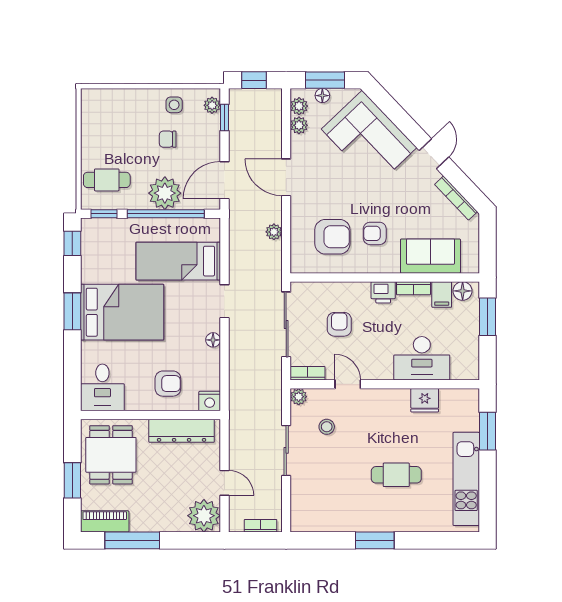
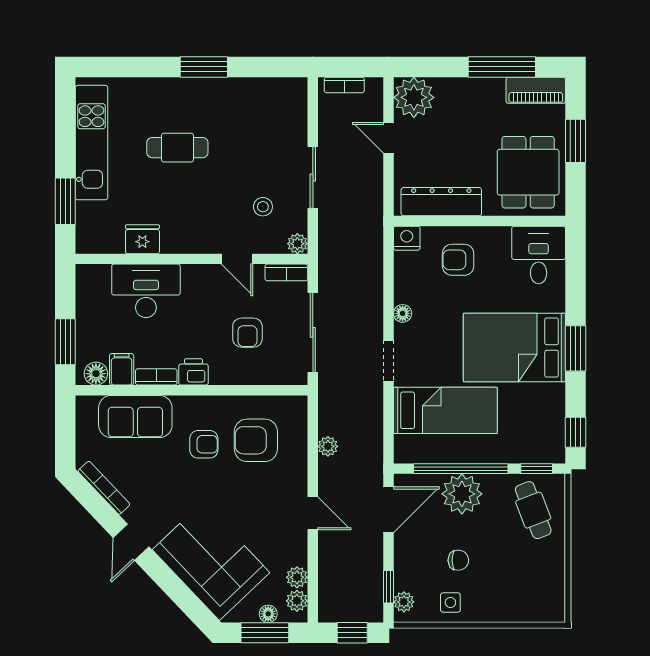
door: (286, 177) -> (313, 513), width x0.73
cafe table: (107, 180) -> (533, 510), turned 69

